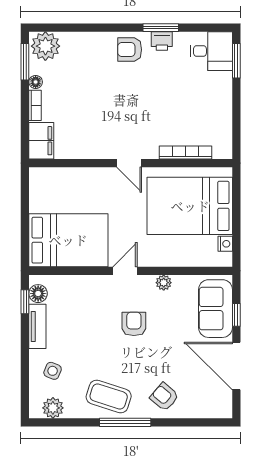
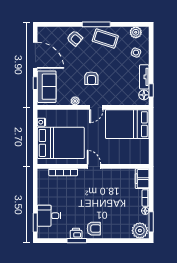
desk: (211, 51) -> (49, 216), moved

